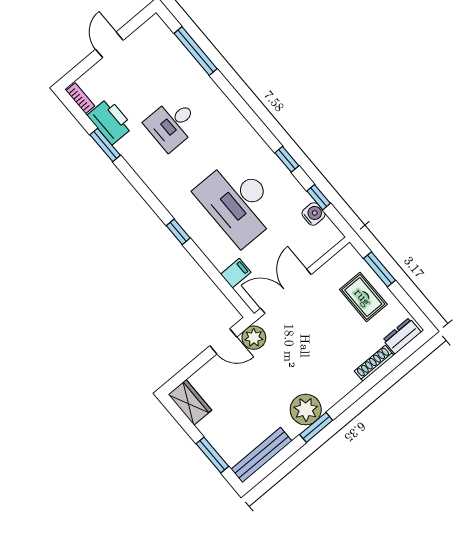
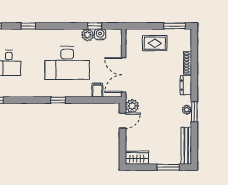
window: (287, 159) -> (28, 26), moved
plant: (298, 198) -> (87, 35), added
window: (380, 269) -> (174, 26), moved
dresser: (402, 336) -> (186, 85), moved
plant: (306, 410) -> (187, 110), width x0.53, depth x0.53

